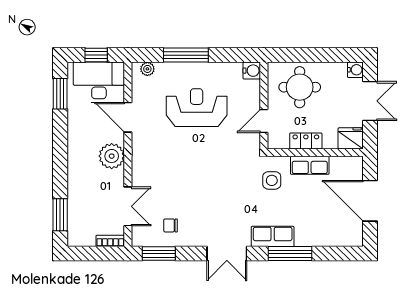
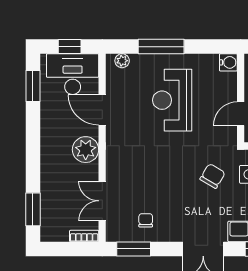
reception desk: (197, 108) -> (172, 100), turned -90
chair: (236, 182) -> (213, 176), added
double door: (128, 206) -> (102, 201), swing flipped
chair: (171, 225) -> (146, 220), turned 90

